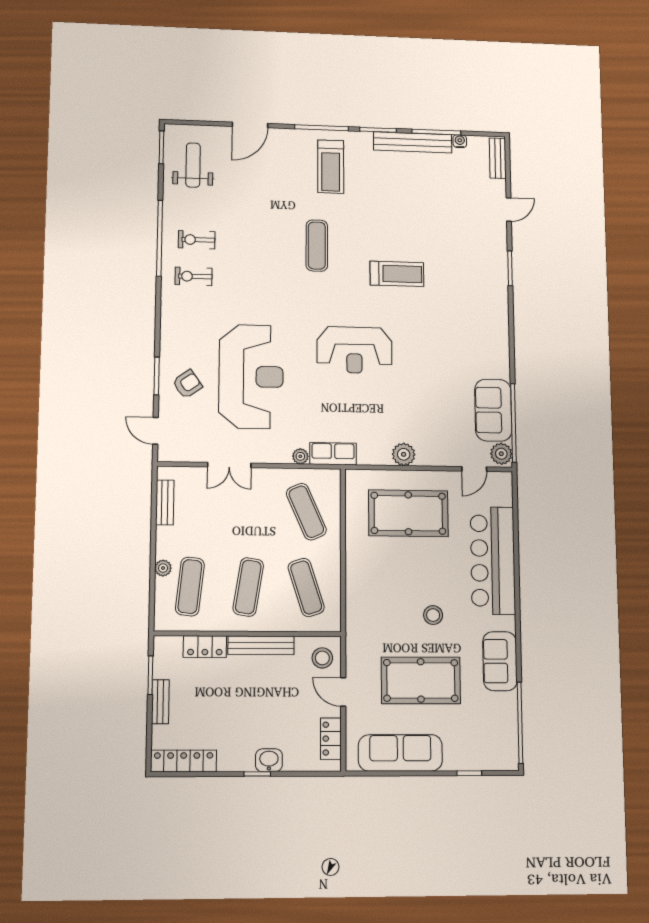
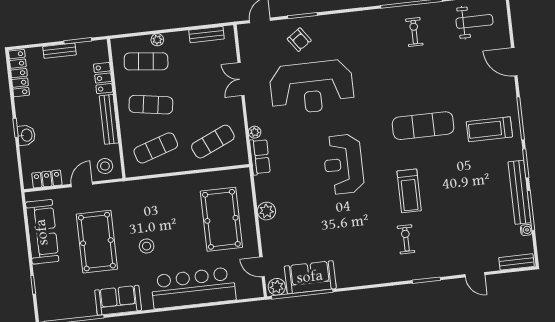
exercise mat: (317, 246) -> (423, 126), width x1.36, depth x1.45
exercise bike: (194, 276) -> (406, 239), moved

